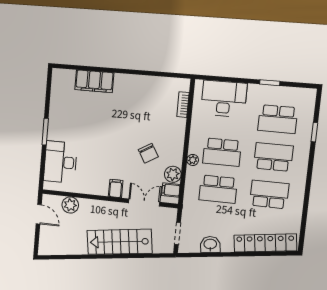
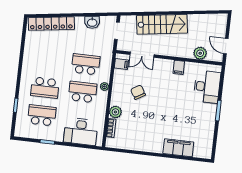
plant: (173, 174) -> (115, 112), moved
filing cabinet: (116, 189) -> (179, 67), moved
school desk: (269, 194) -> (48, 60), removed

